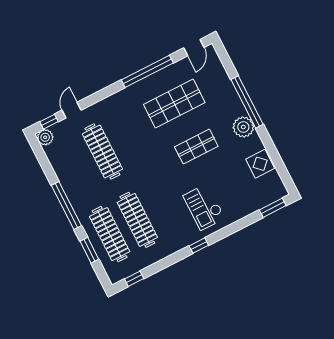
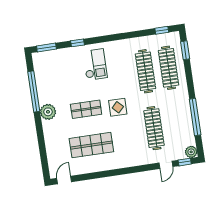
window: (147, 71) -> (103, 174), removed
window: (247, 102) -> (34, 92), moved
display table: (260, 164) -> (118, 107), moved
window: (66, 206) -> (195, 117), moved
window: (199, 246) -> (77, 43), moved
window: (89, 250) -> (185, 50), moved

